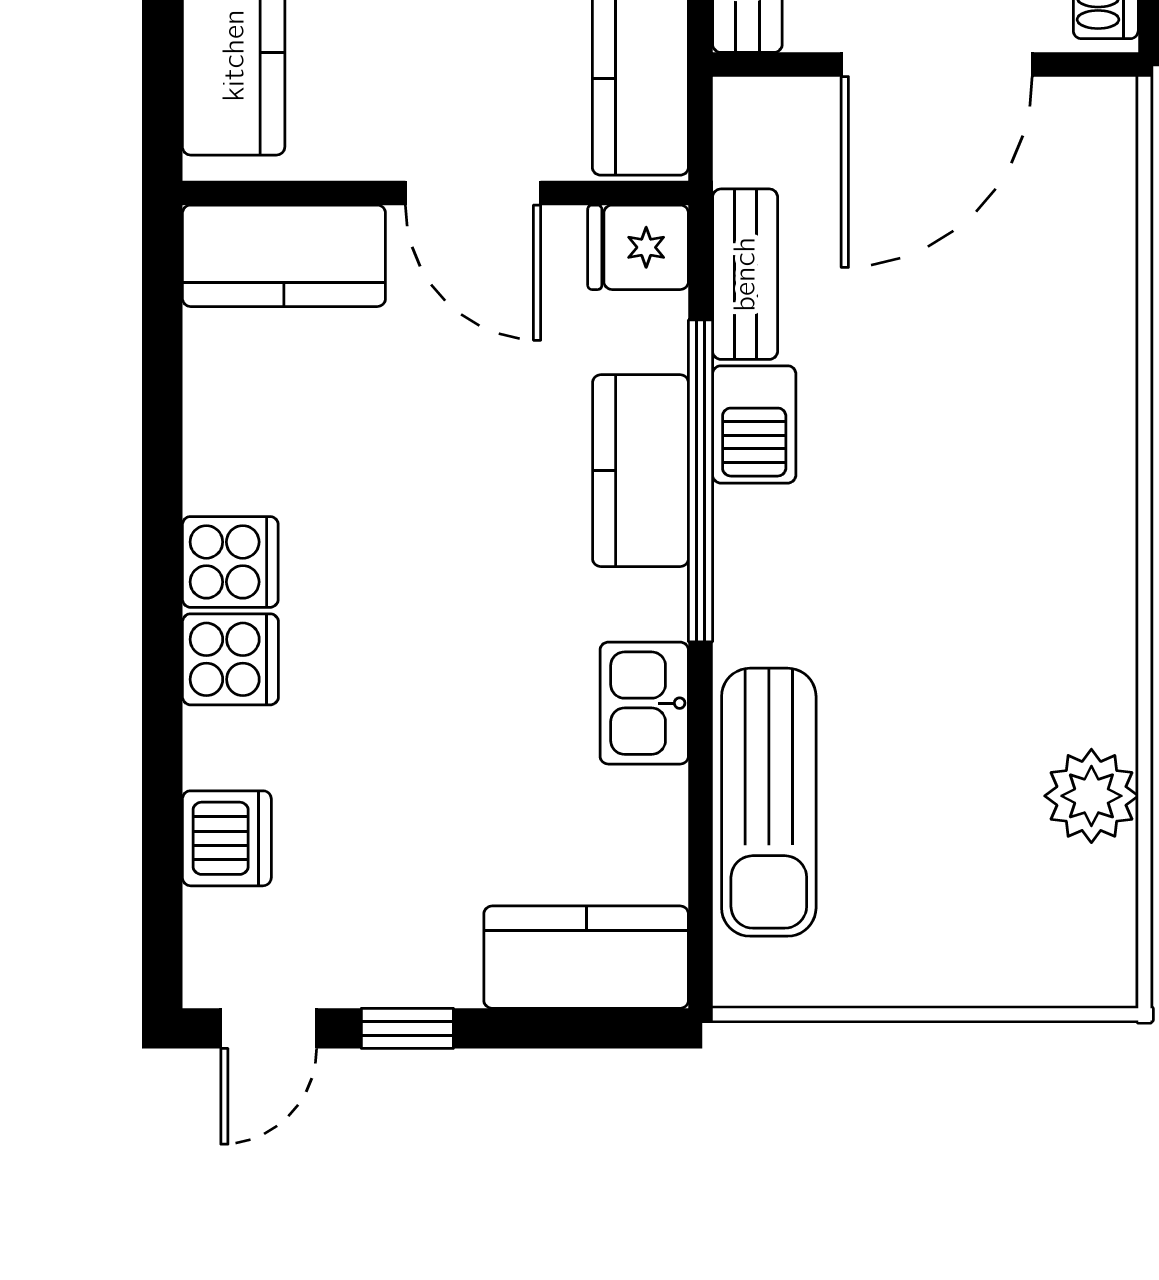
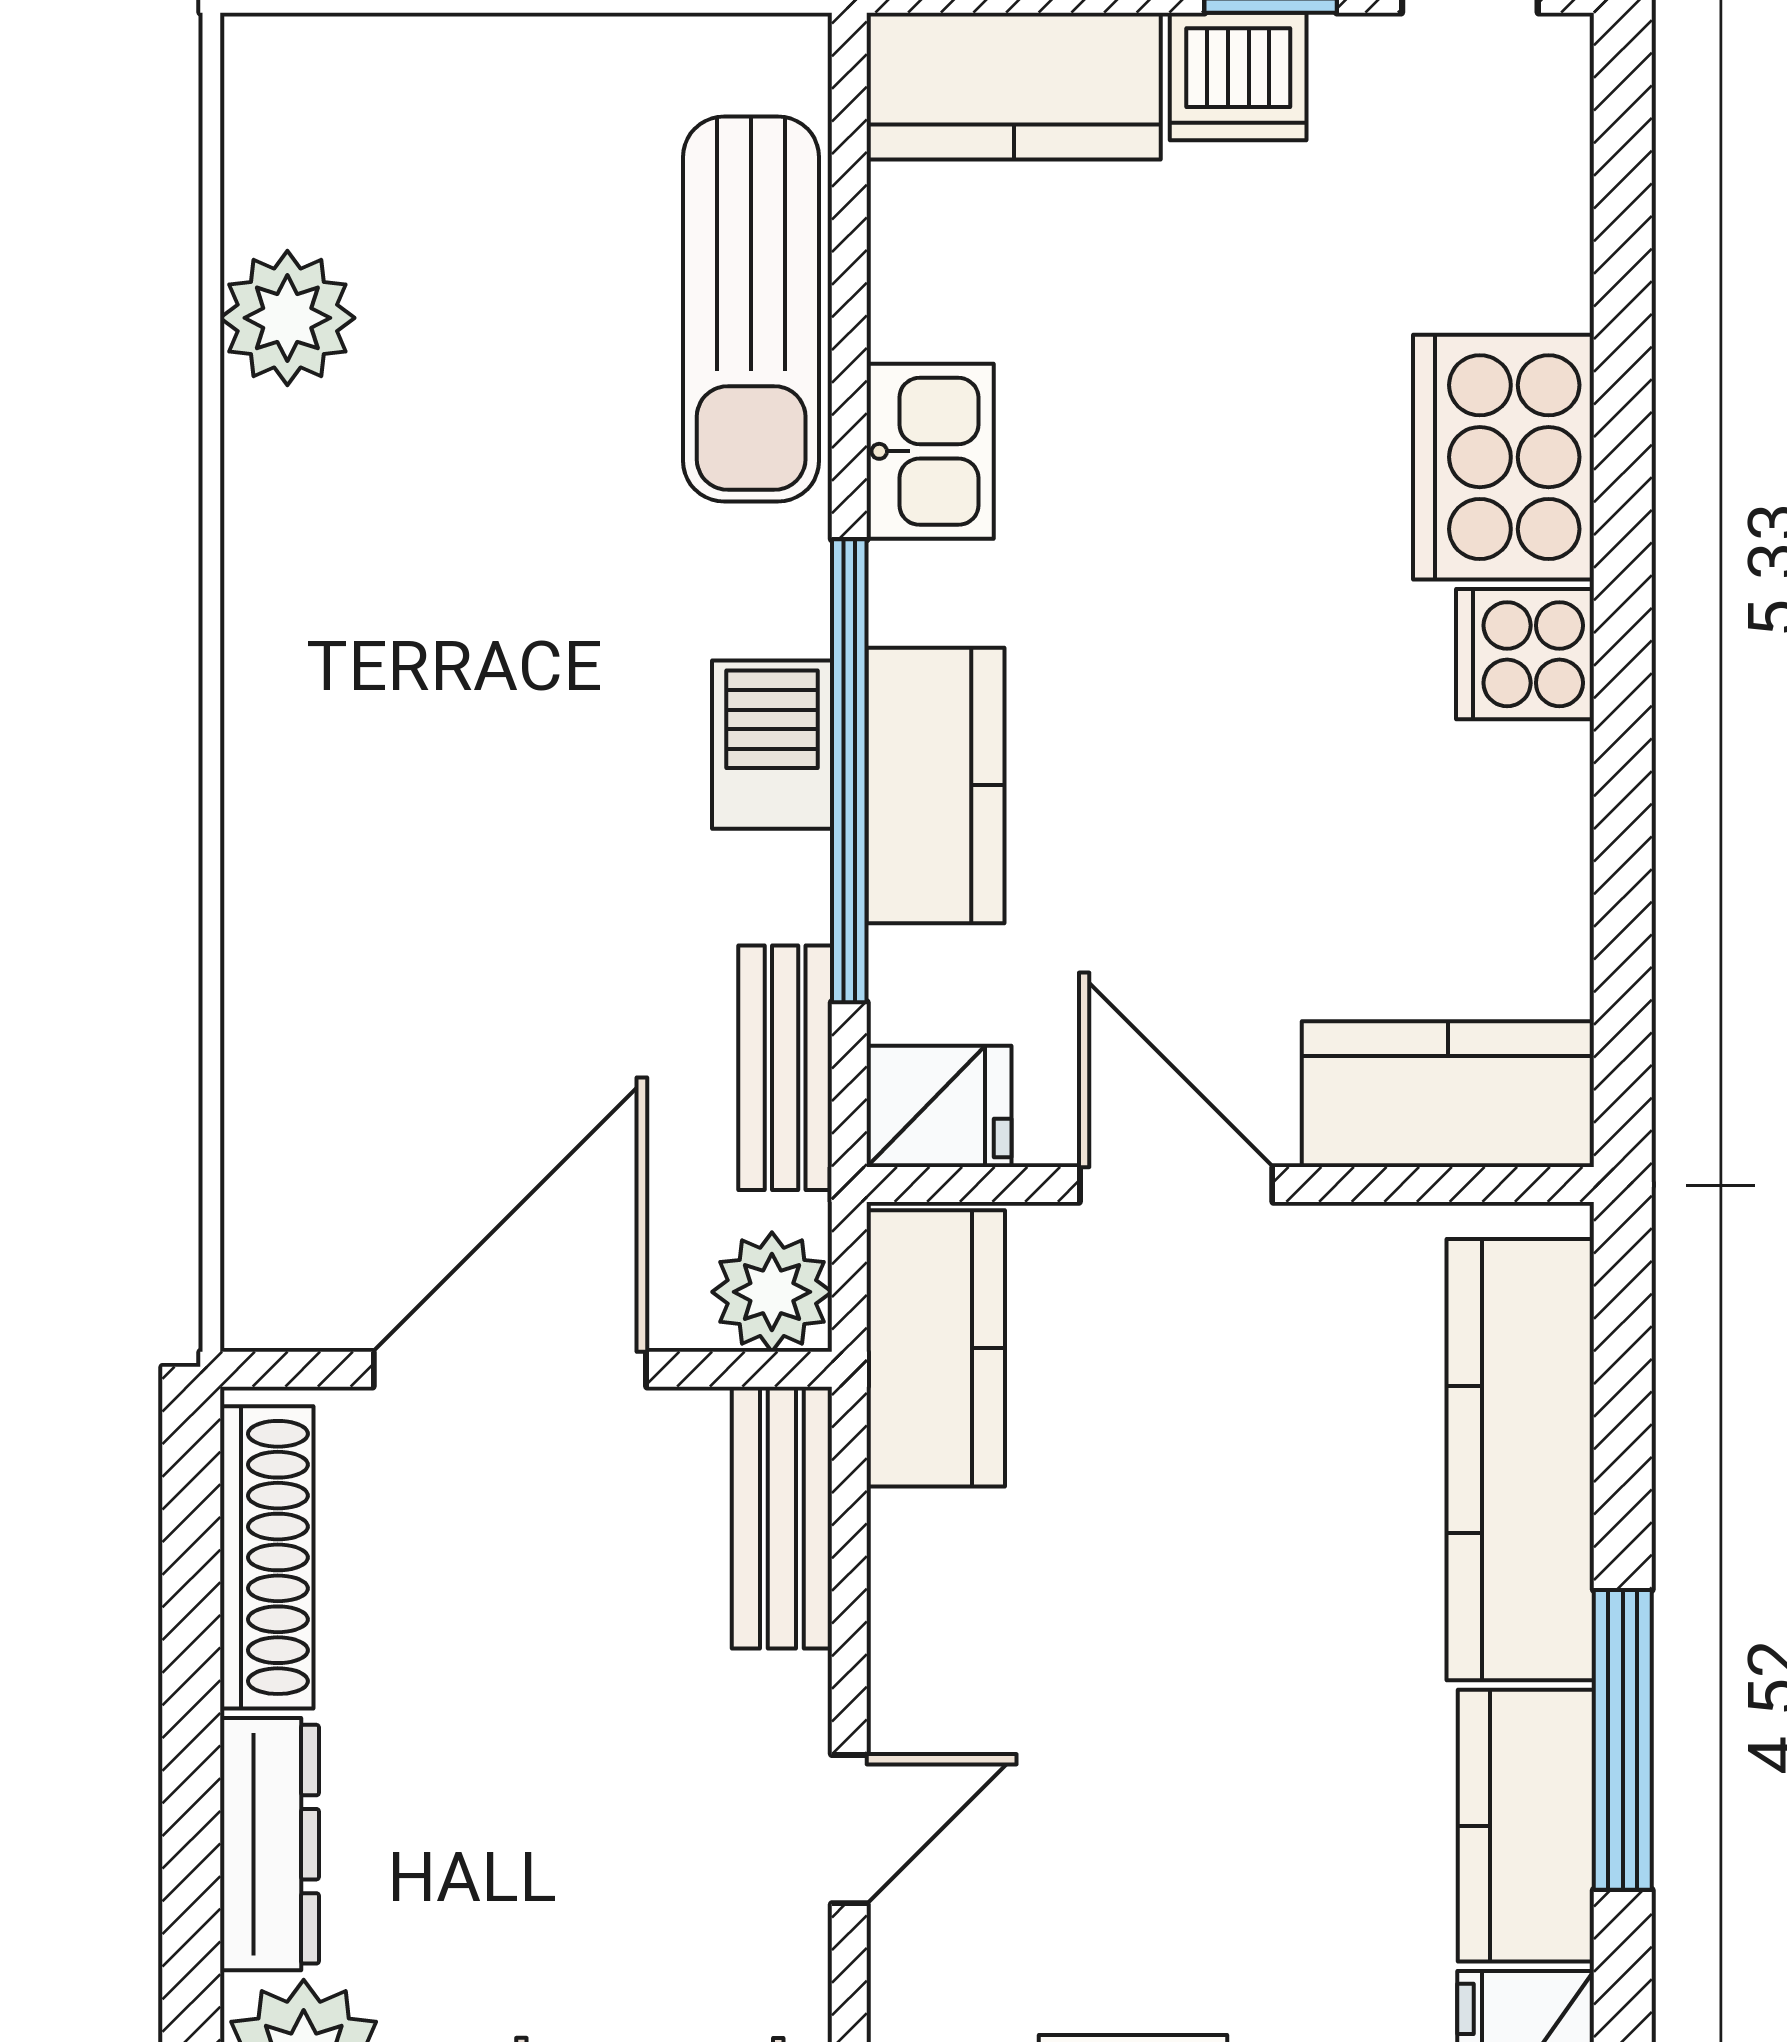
plant: (754, 118) -> (772, 1292), added
barbecue: (754, 424) -> (772, 745), moved
cooker: (230, 659) -> (1503, 457), width x1.87, depth x1.31
sun lounger: (769, 802) -> (751, 309), turned 180
dishwasher: (227, 838) -> (1238, 77), moved, turned -90

